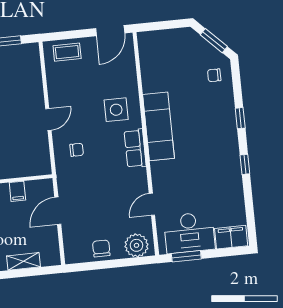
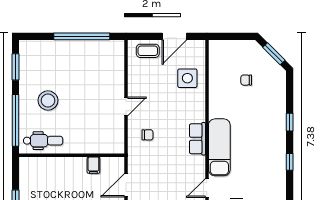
door: (110, 31) -> (174, 36), moved
chair: (214, 75) -> (246, 80), moved
side table: (116, 110) -> (187, 78), moved
exam couch: (159, 126) -> (219, 147), moved

